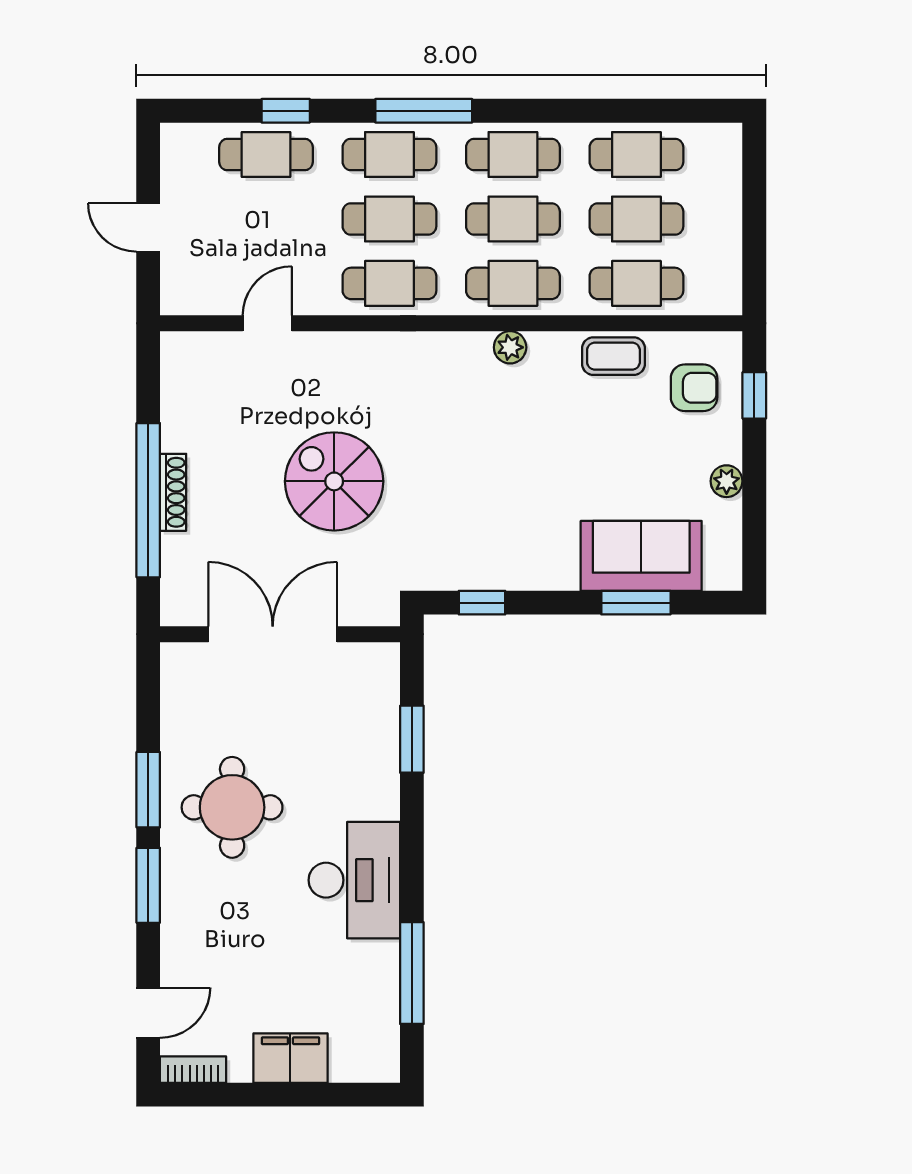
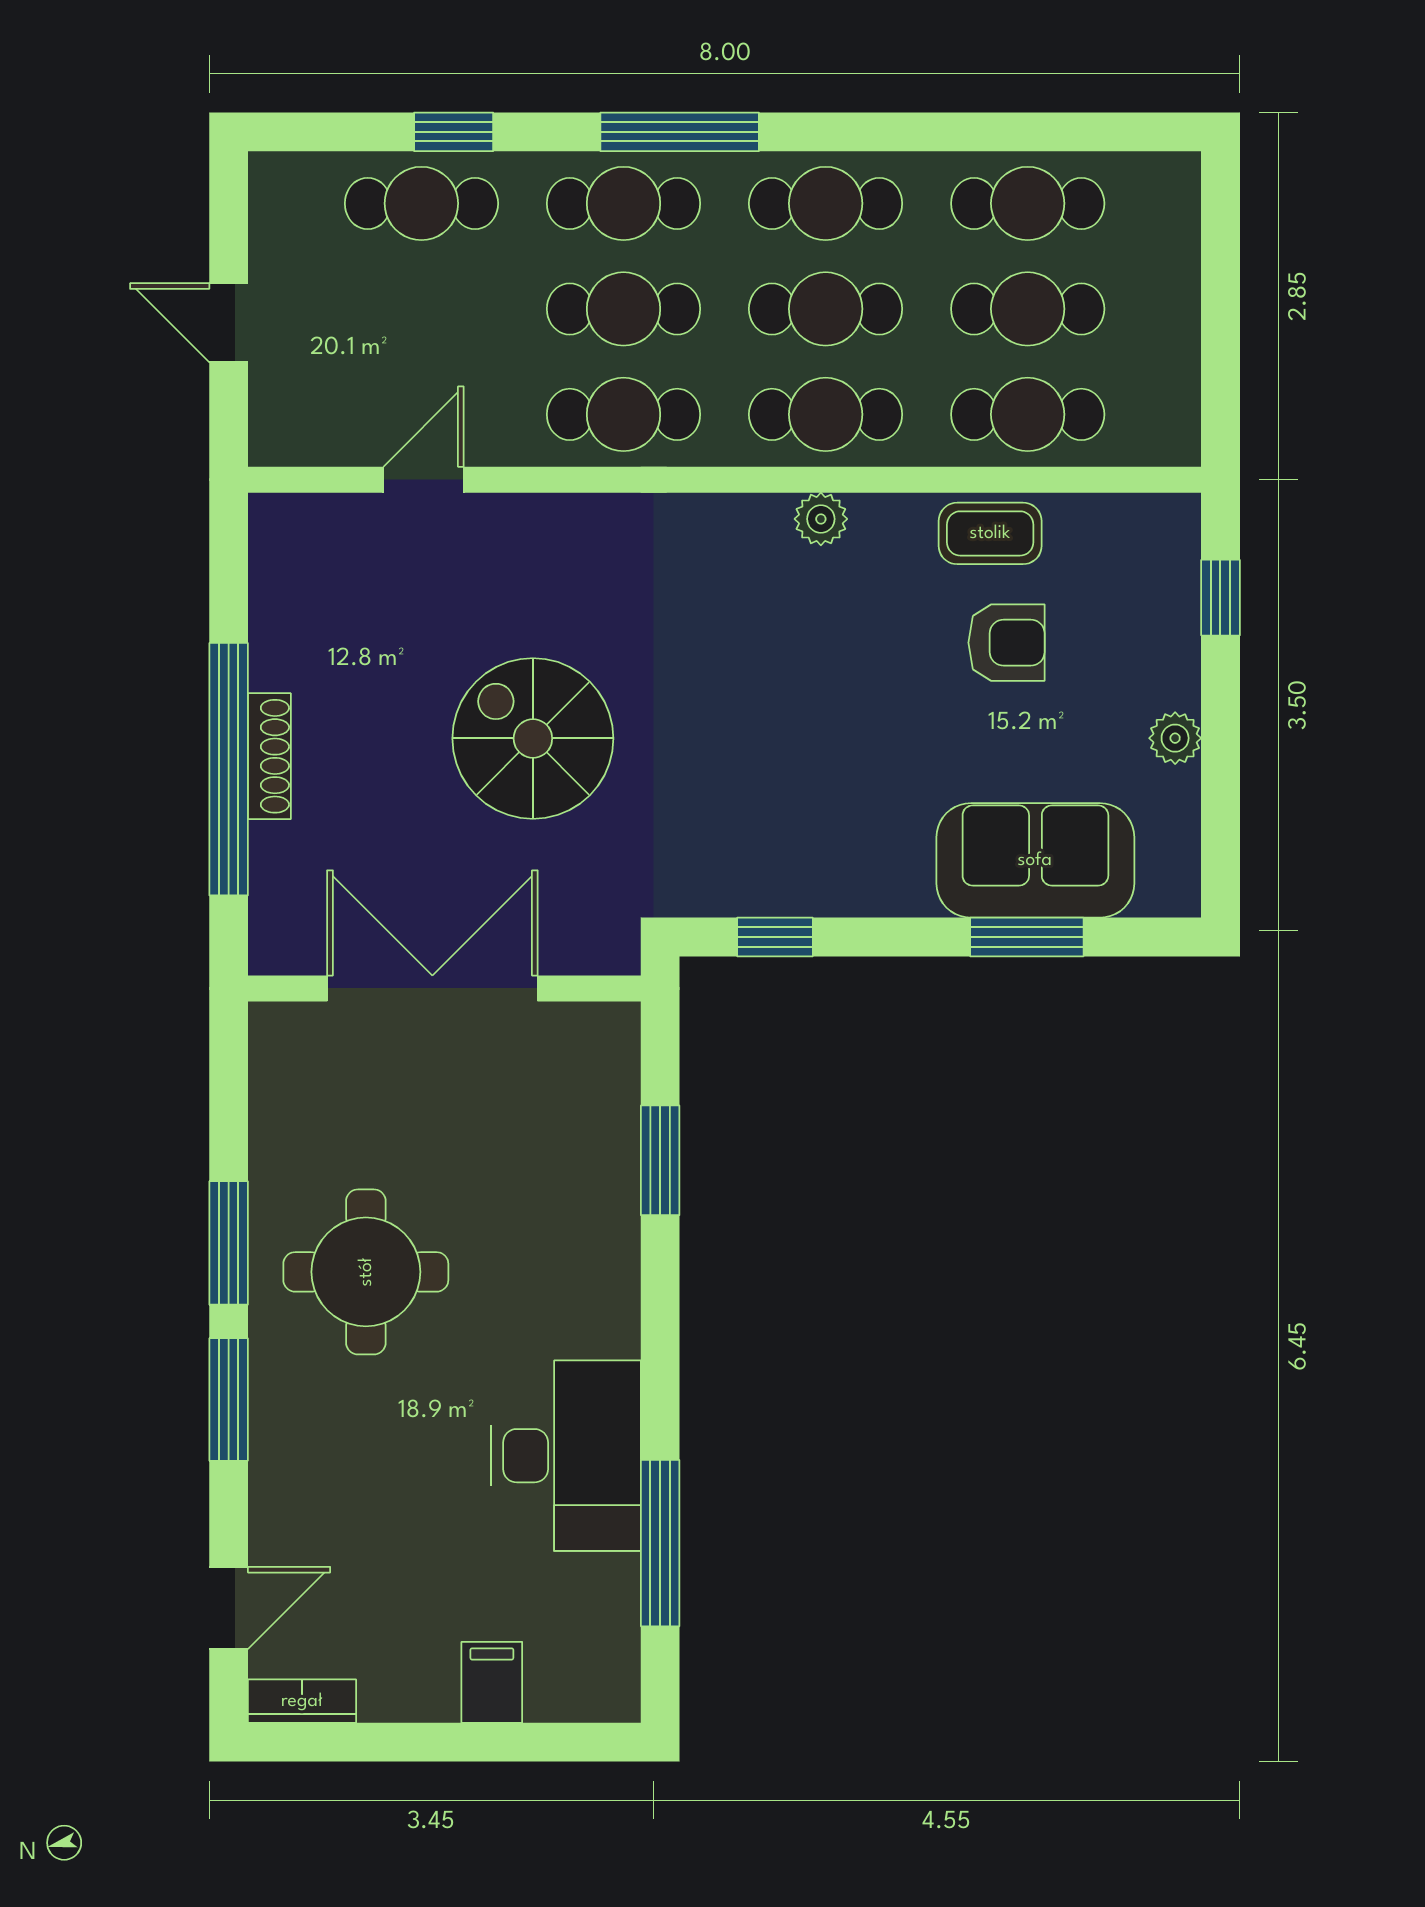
armchair: (694, 388) -> (1006, 643), moved
desk: (354, 880) -> (566, 1456), moved
filing cabinet: (290, 1058) -> (492, 1682), width x0.50

